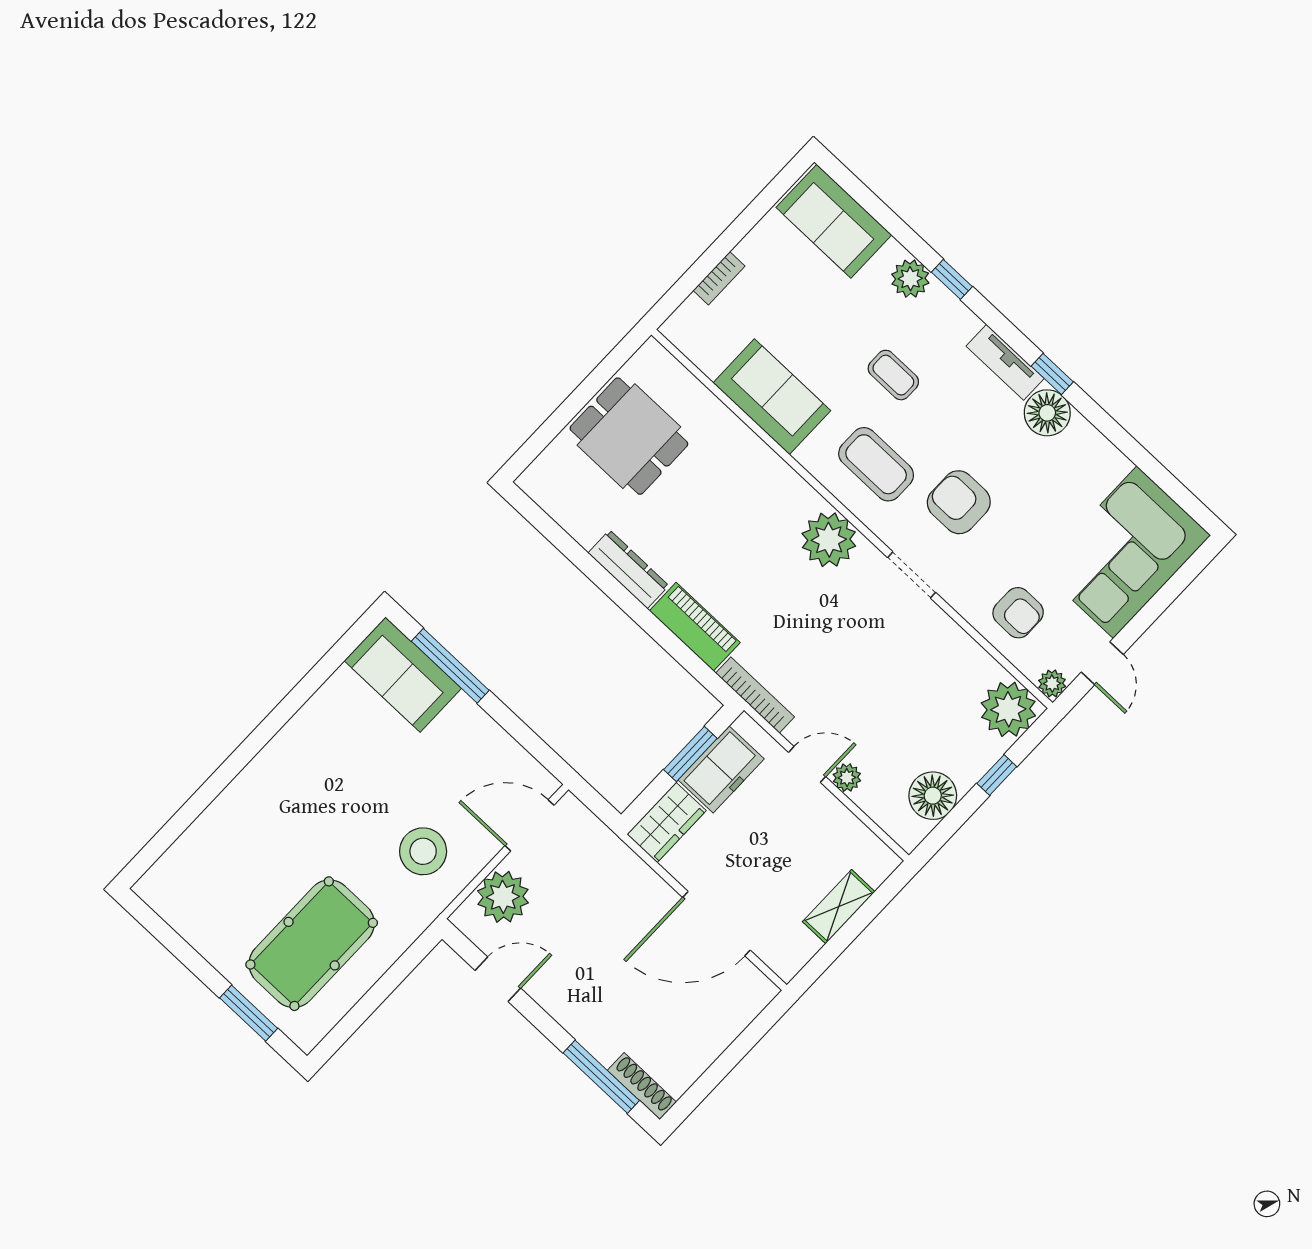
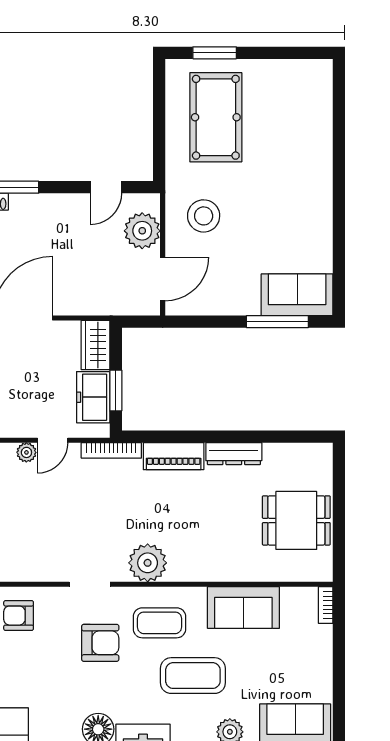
bookcase: (719, 278) -> (326, 605), moved
coffee table: (893, 375) -> (193, 676), width x1.86, depth x1.72

